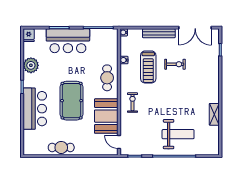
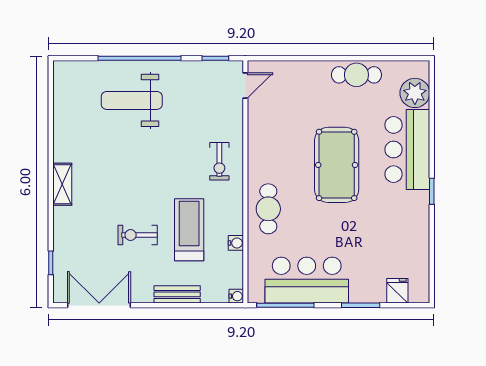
bench: (159, 33) -> (177, 294), width x0.73
fridge: (29, 35) -> (397, 291), moved
bar counter: (68, 41) -> (307, 280), moved
plant: (31, 65) -> (415, 93), moved
shelving: (214, 114) -> (62, 184), moved
booth: (106, 116) -> (270, 135), removed
door: (119, 142) -> (245, 85), hinge flipped

